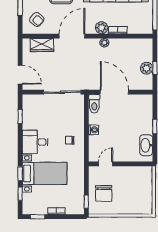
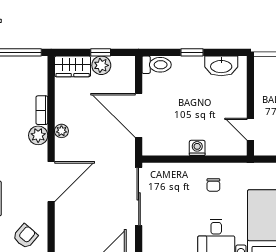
door: (72, 36) -> (51, 182), swing flipped
wardrobe: (42, 45) -> (73, 66), moved, turned 90
door: (114, 92) -> (139, 115), hinge flipped
toilet: (94, 104) -> (157, 65), moved

